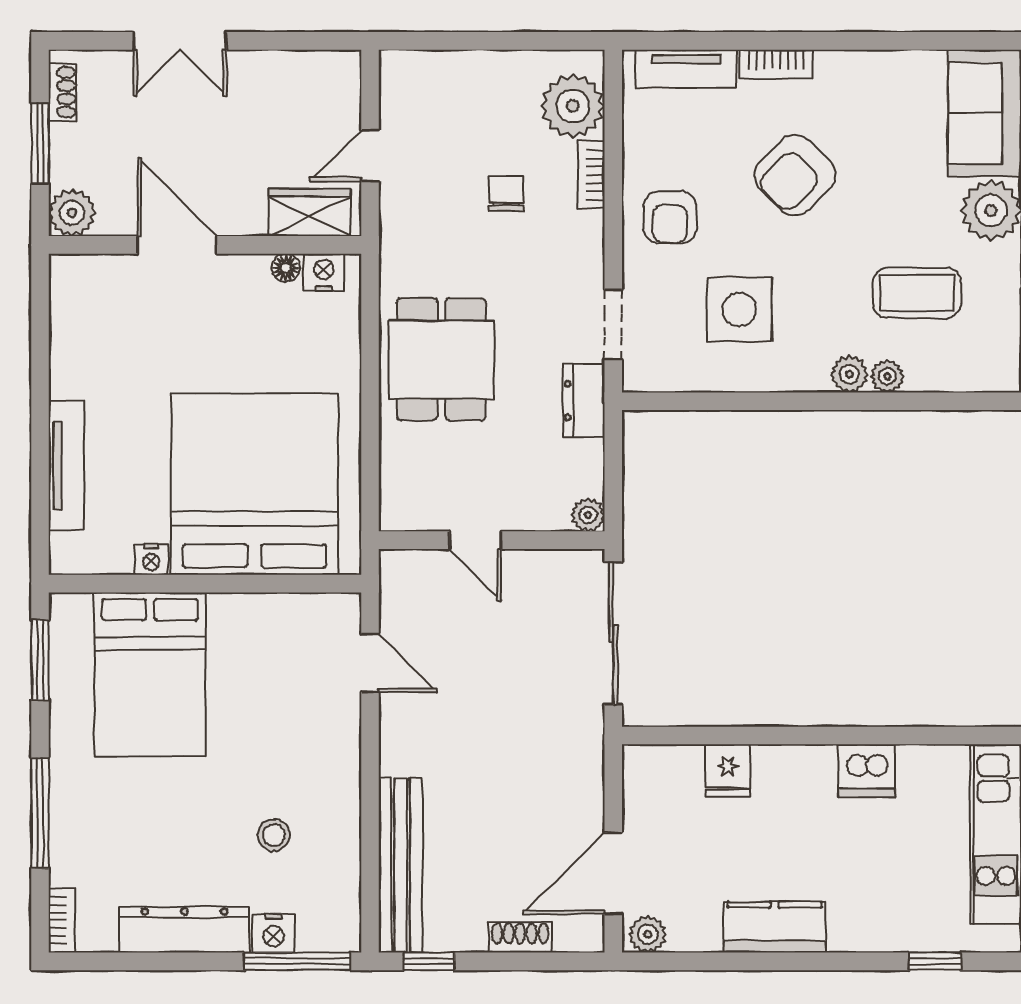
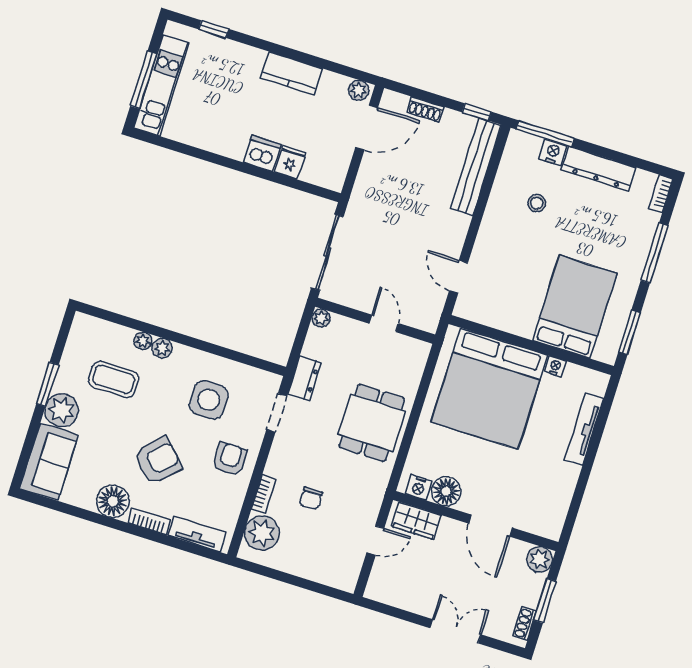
floor lamp: (851, 79) -> (113, 501), added
floor lamp: (286, 268) -> (446, 491), width x1.89, depth x1.89
dishwasher: (867, 771) -> (262, 153), moved

